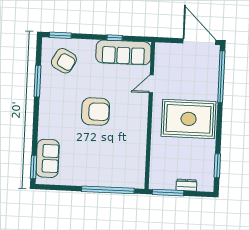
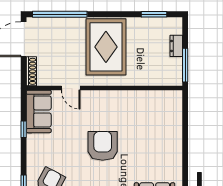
shoe rack: (169, 48) -> (31, 71), added
sofa: (123, 52) -> (39, 111), width x0.73
window: (108, 190) -> (185, 129), removed

